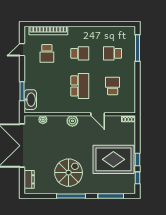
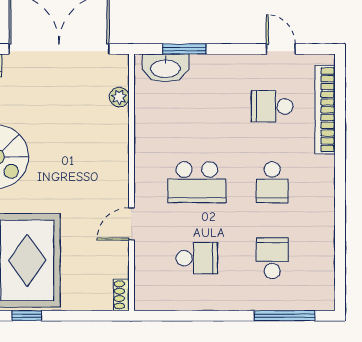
plant: (72, 121) -> (116, 165), removed

